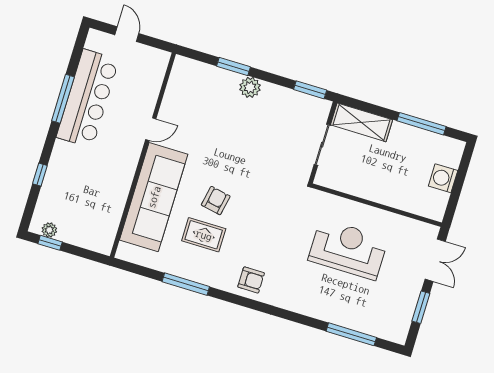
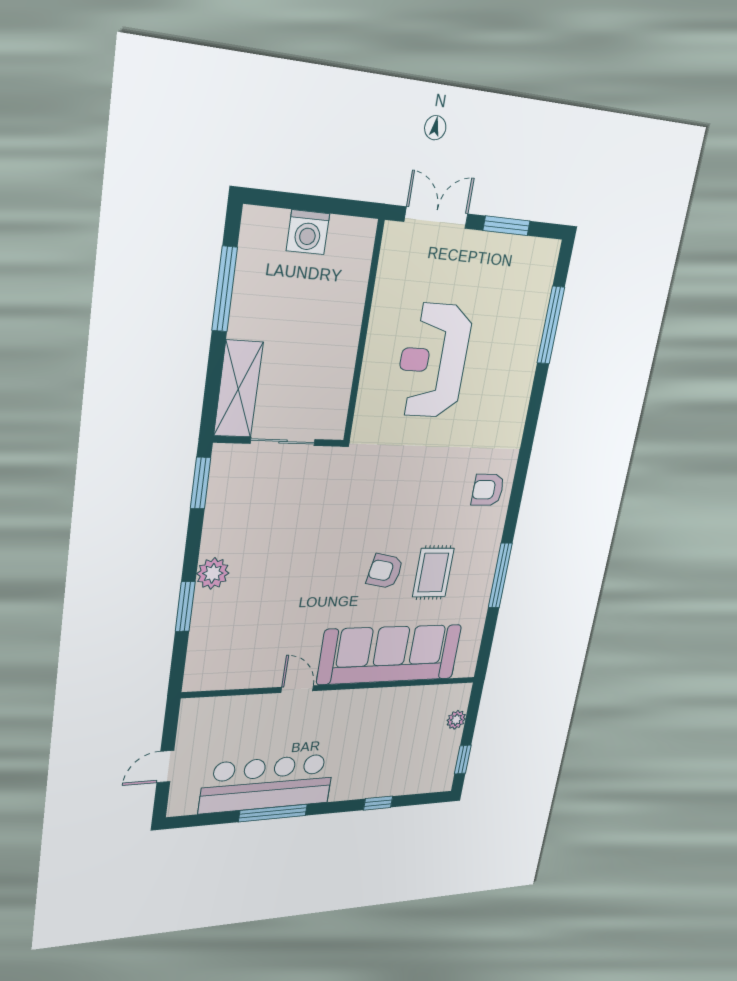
plant: (49, 230) -> (456, 720), moved
armchair: (251, 280) -> (488, 490), turned -90

